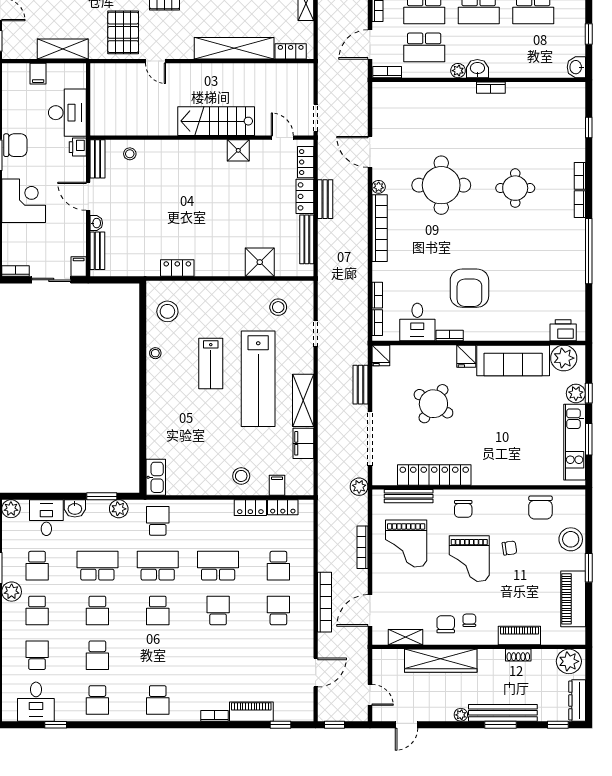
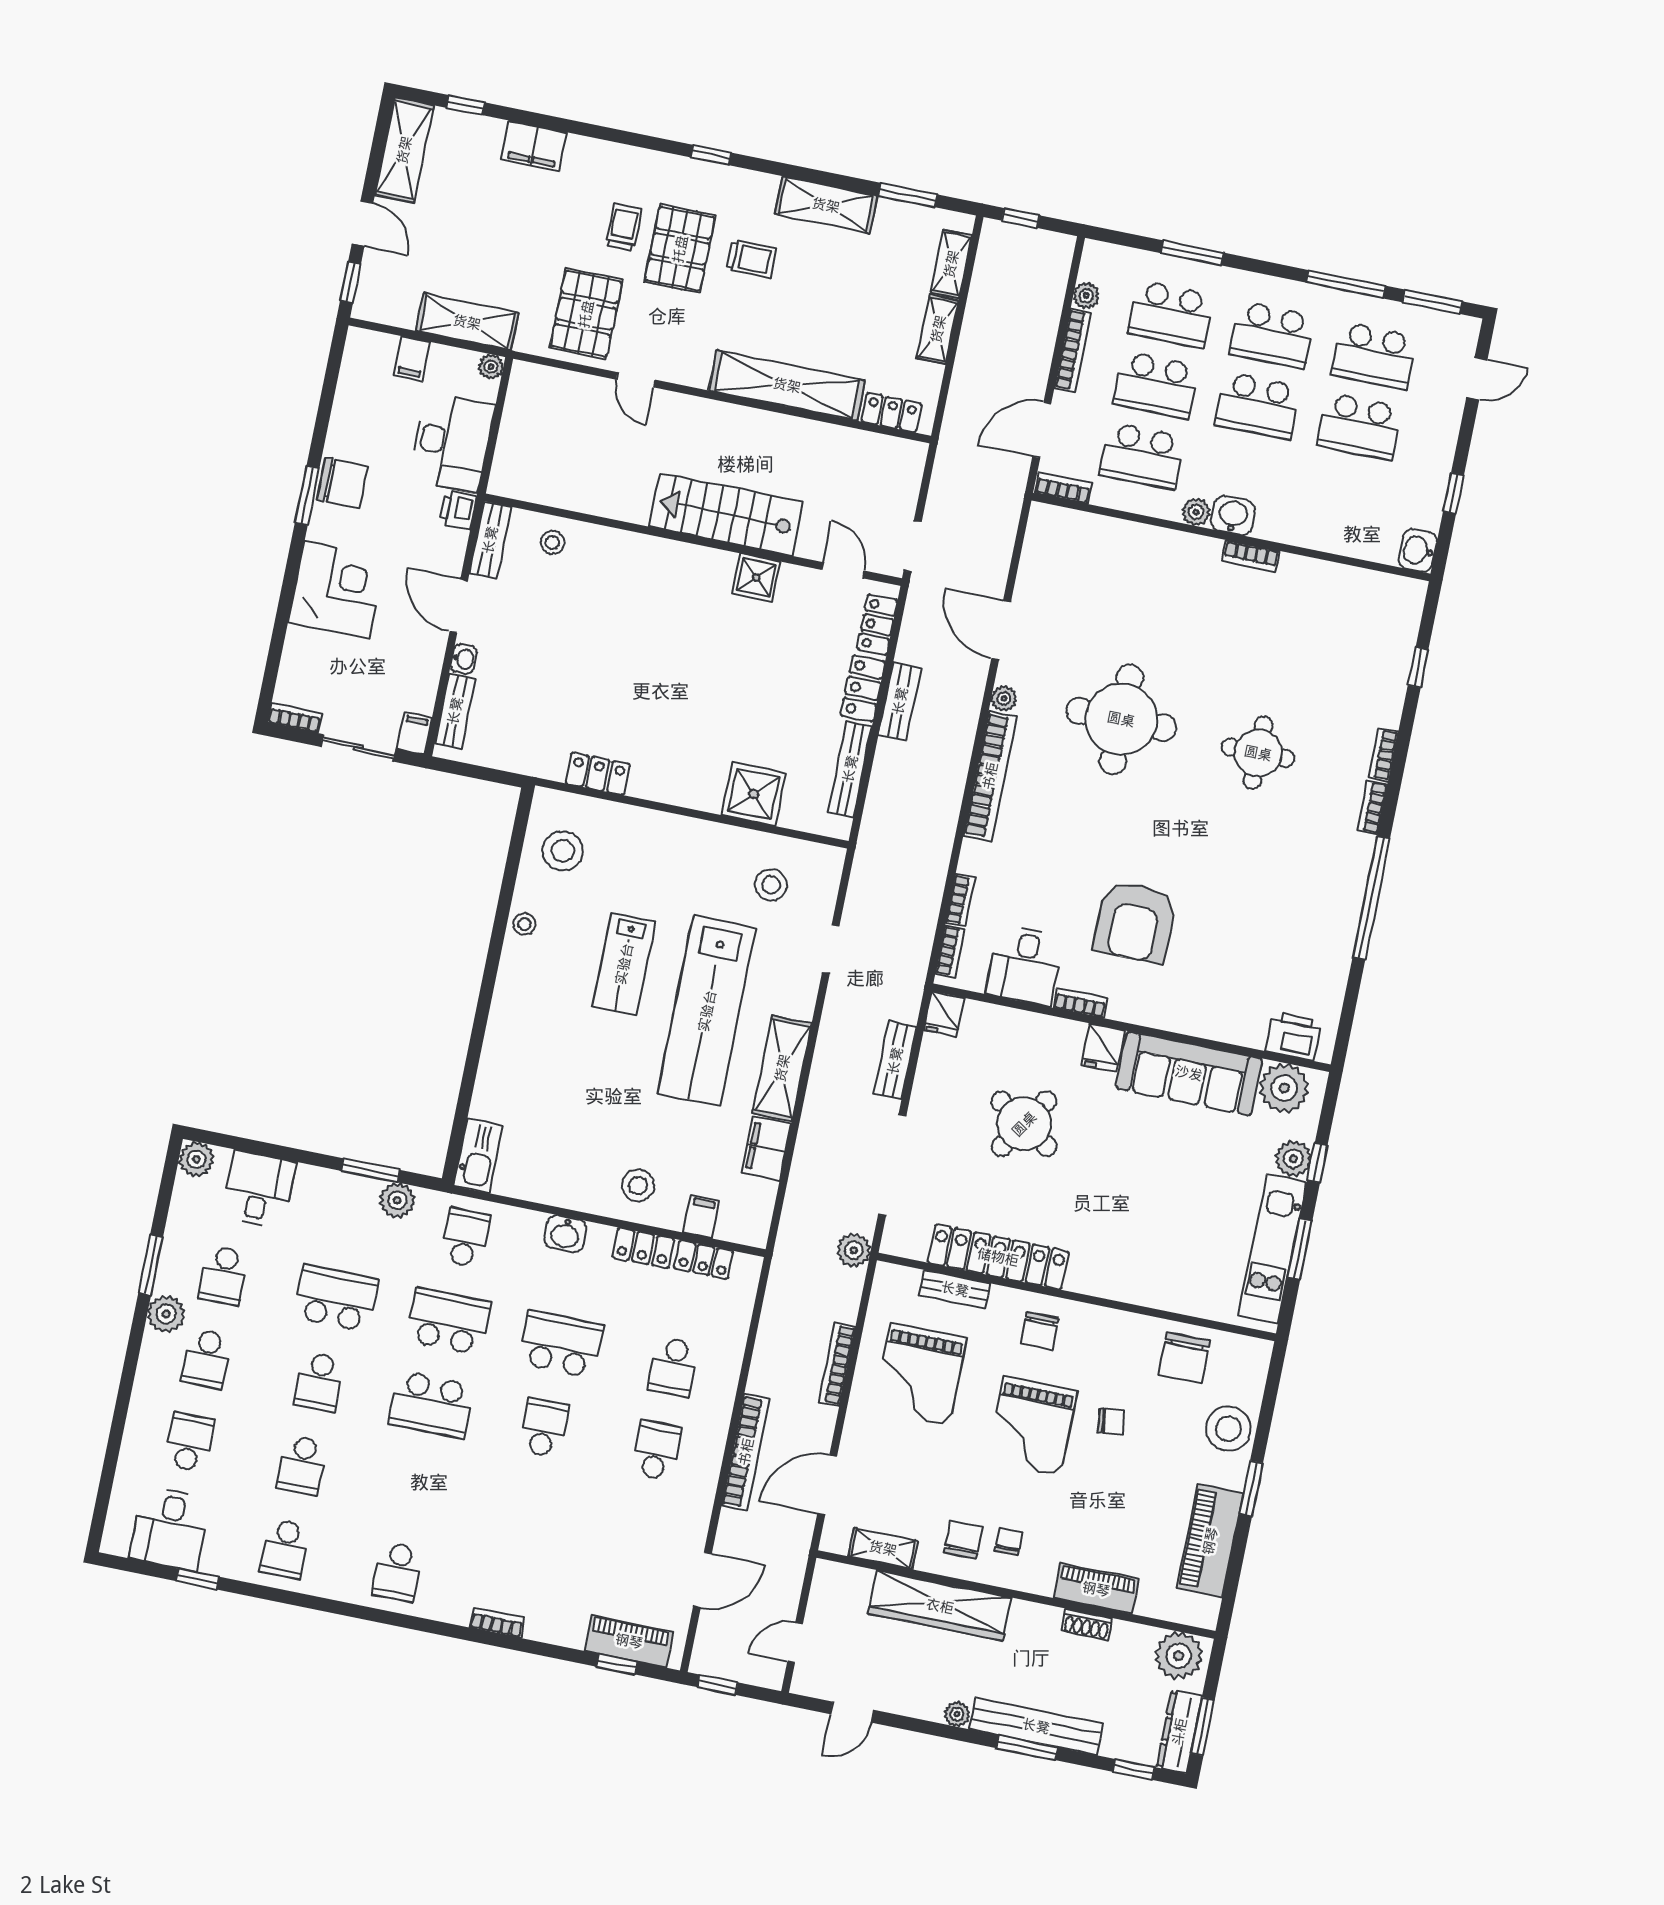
plant: (80, 70) -> (491, 367), added
bench: (409, 496) -> (955, 1289), width x0.73
washbasin: (75, 508) -> (565, 1234), moved
school desk: (158, 610) -> (431, 1405), width x1.85
door: (370, 695) -> (795, 1643), swing flipped
window: (589, 695) -> (1203, 1727), added
piano: (251, 712) -> (629, 1641), moved

